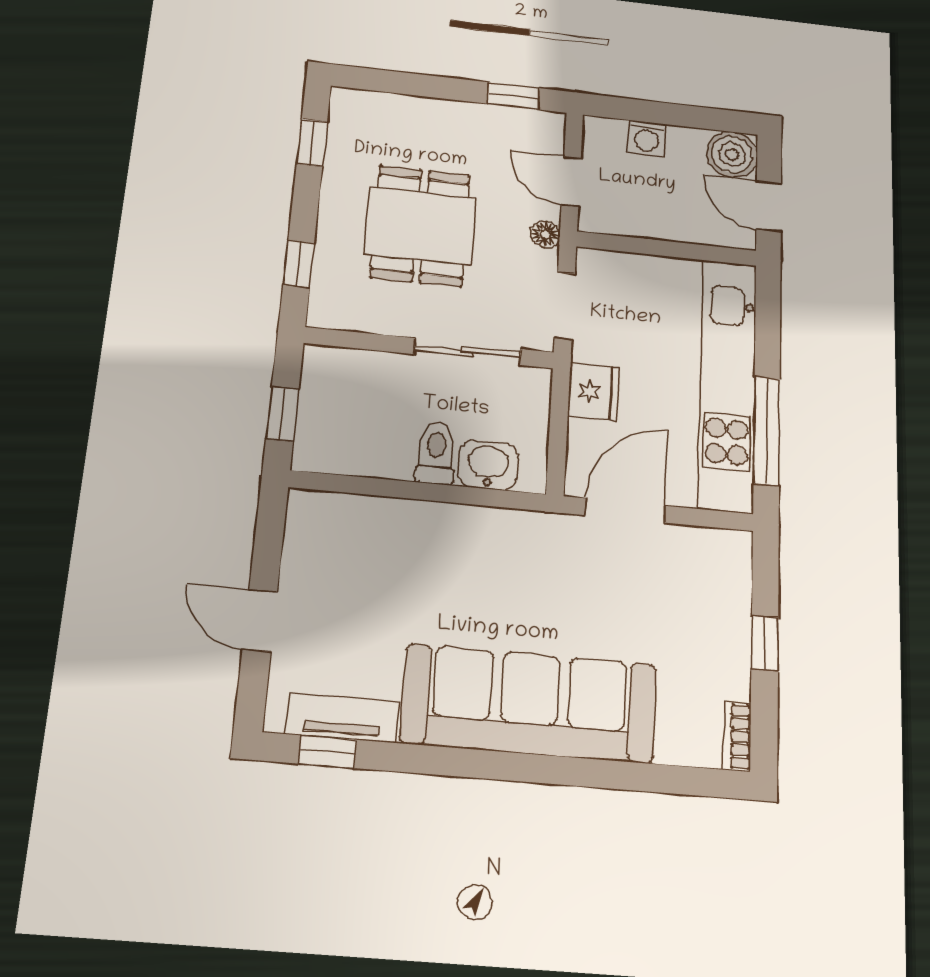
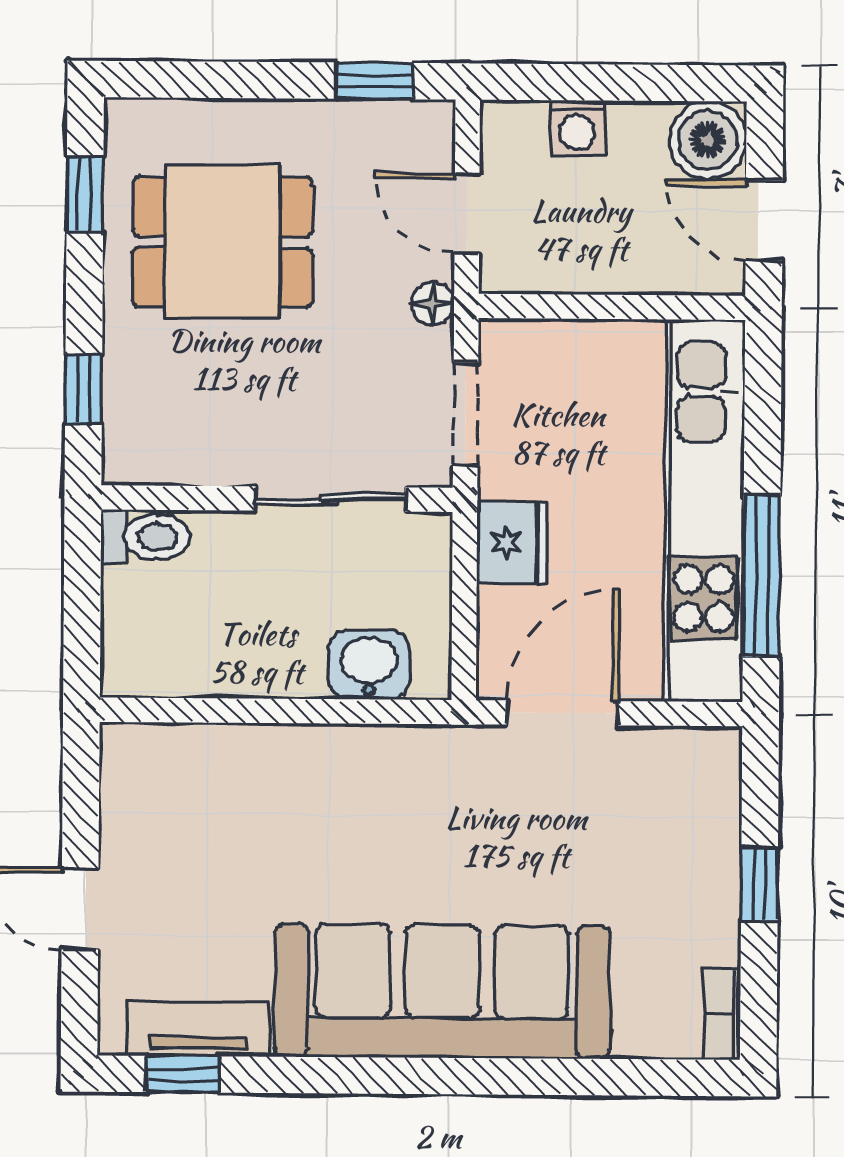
dining table: (420, 226) -> (223, 242), moved, turned 90
window: (282, 414) -> (82, 618), removed
toilet: (436, 453) -> (145, 537), moved, turned 90

